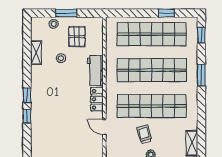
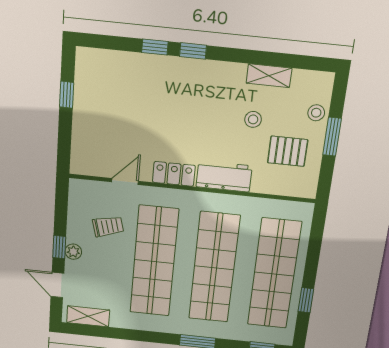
trolley: (144, 134) -> (108, 226), moved

